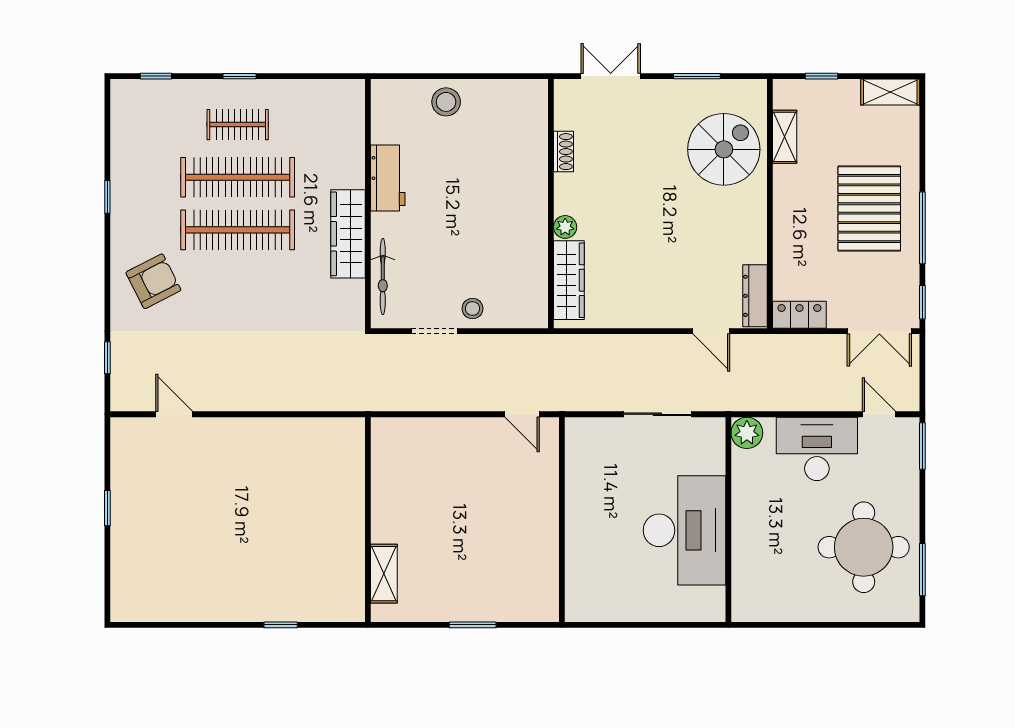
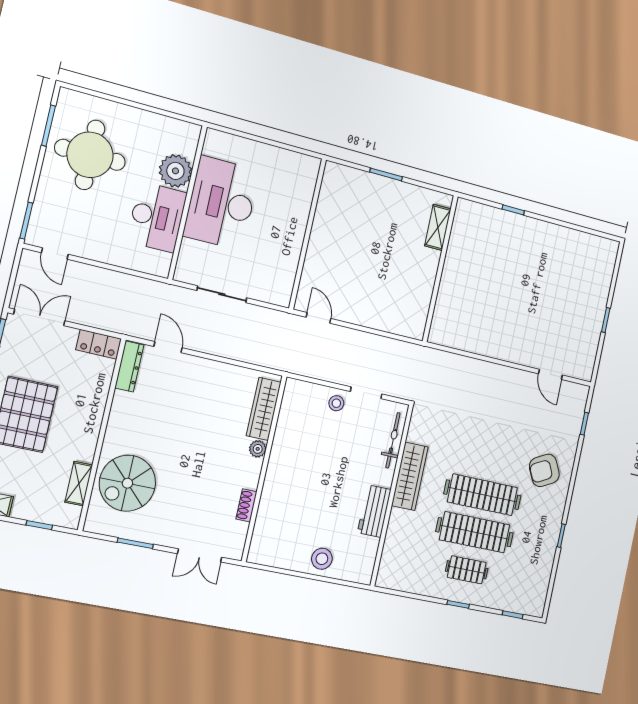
plant: (747, 433) -> (175, 171), moved, width x1.36, depth x1.36
desk: (817, 449) -> (157, 217), moved, turned -90

